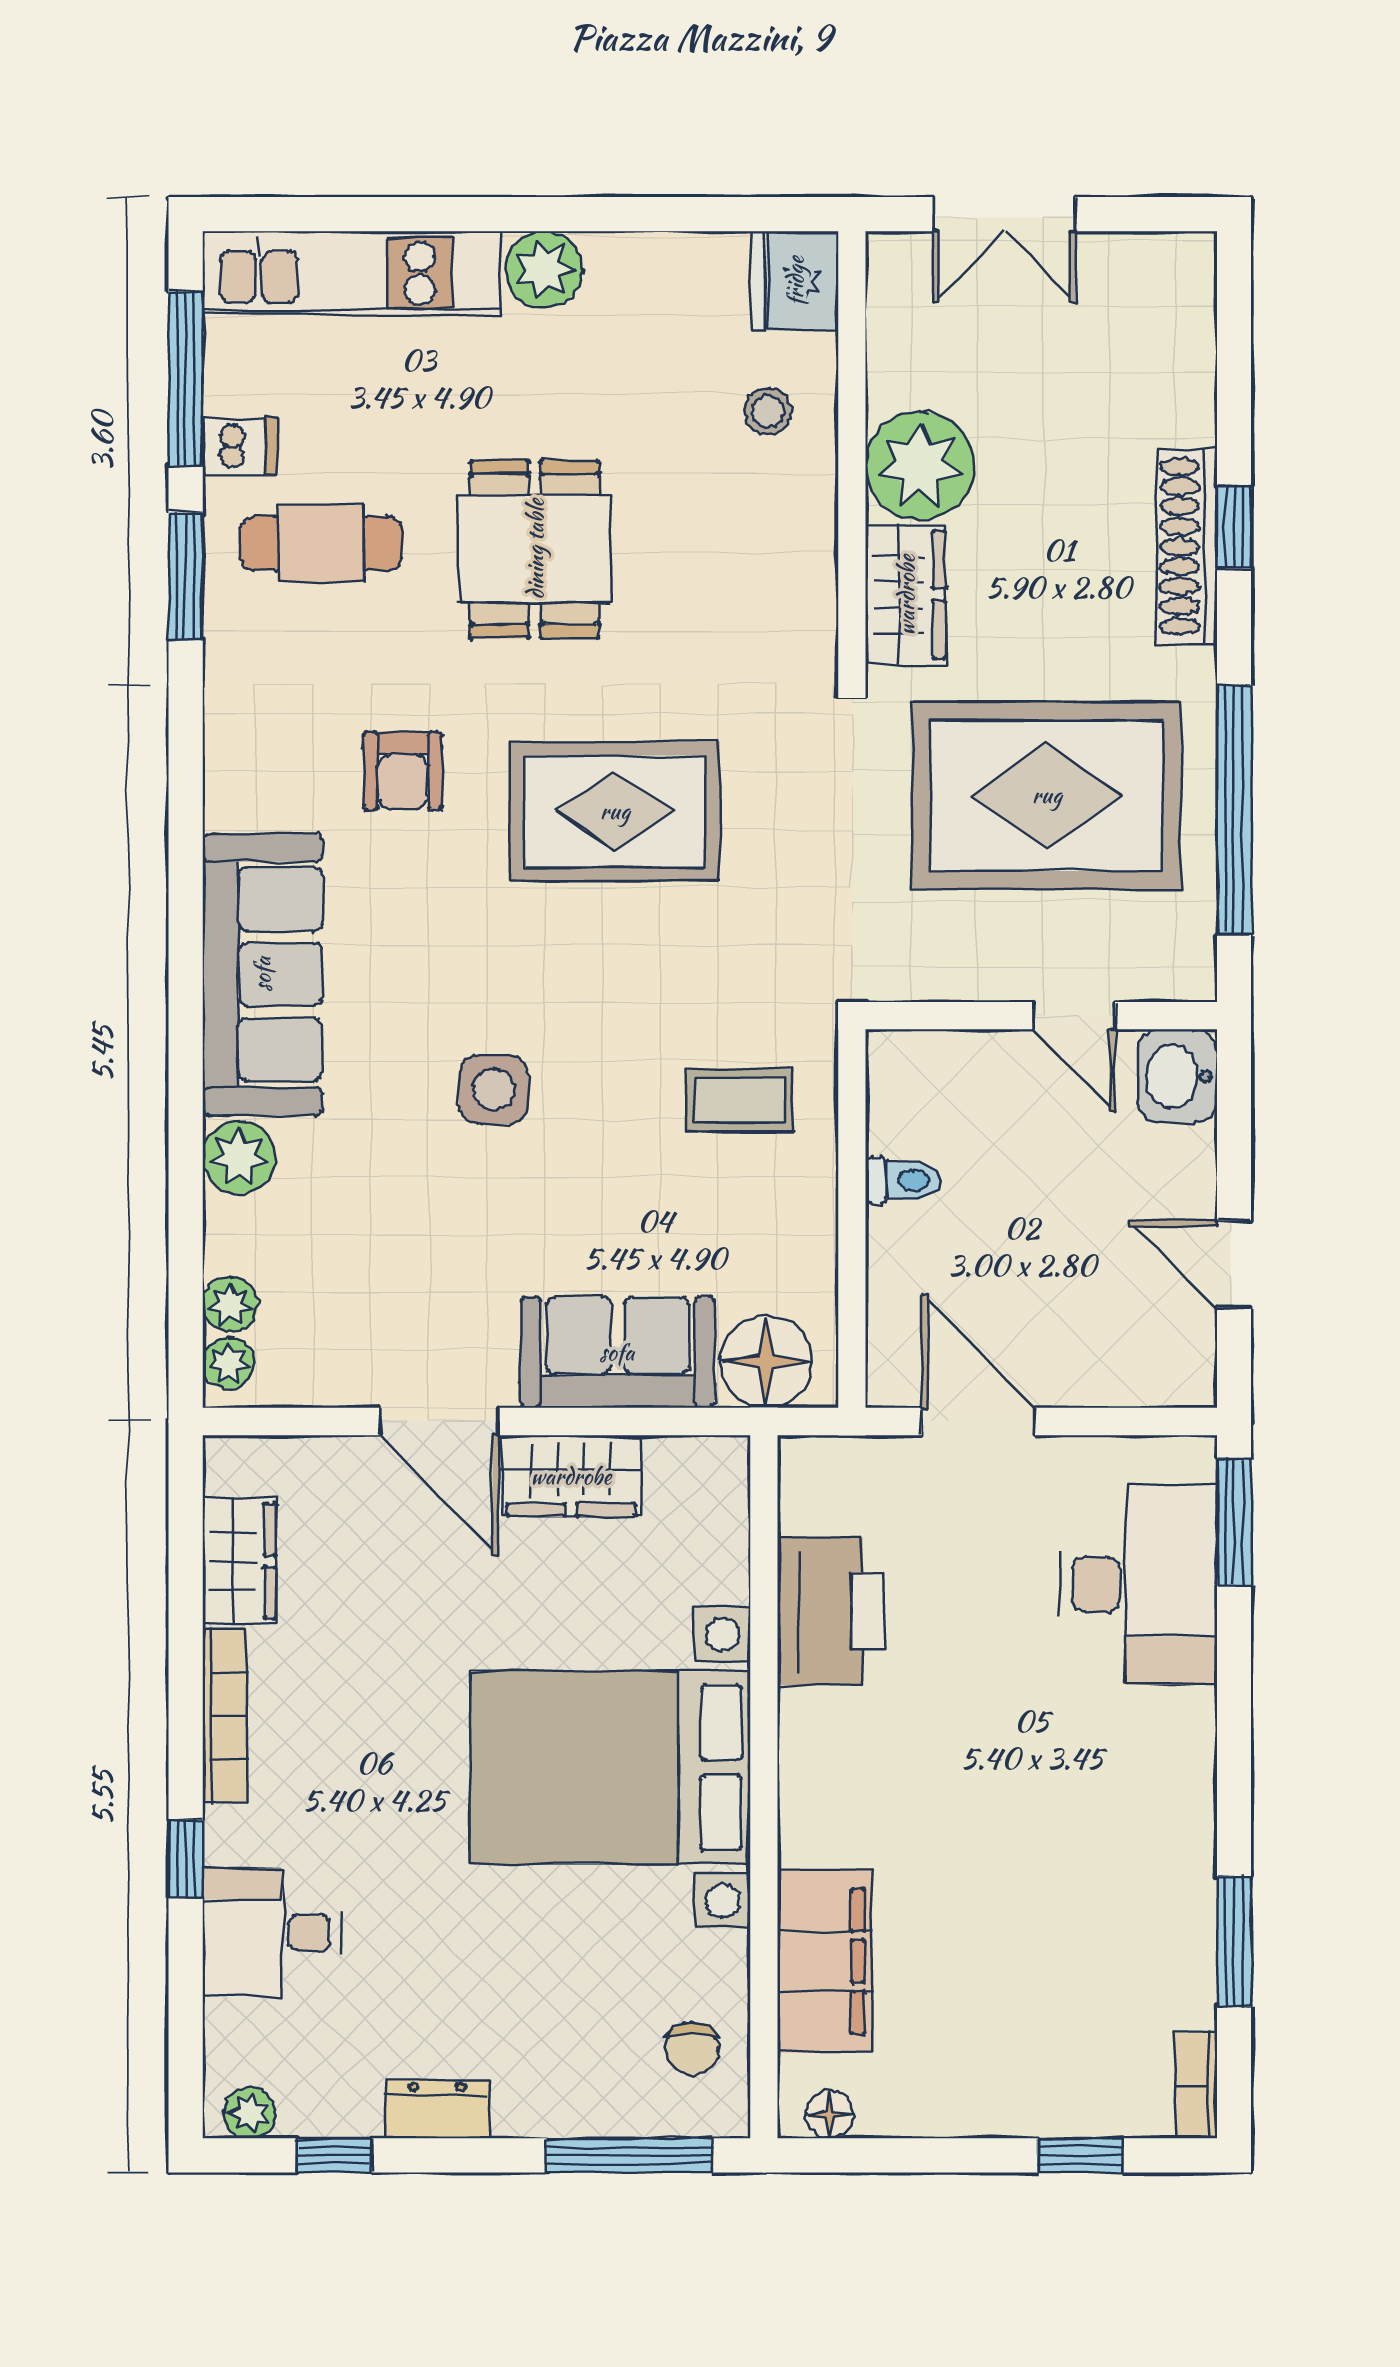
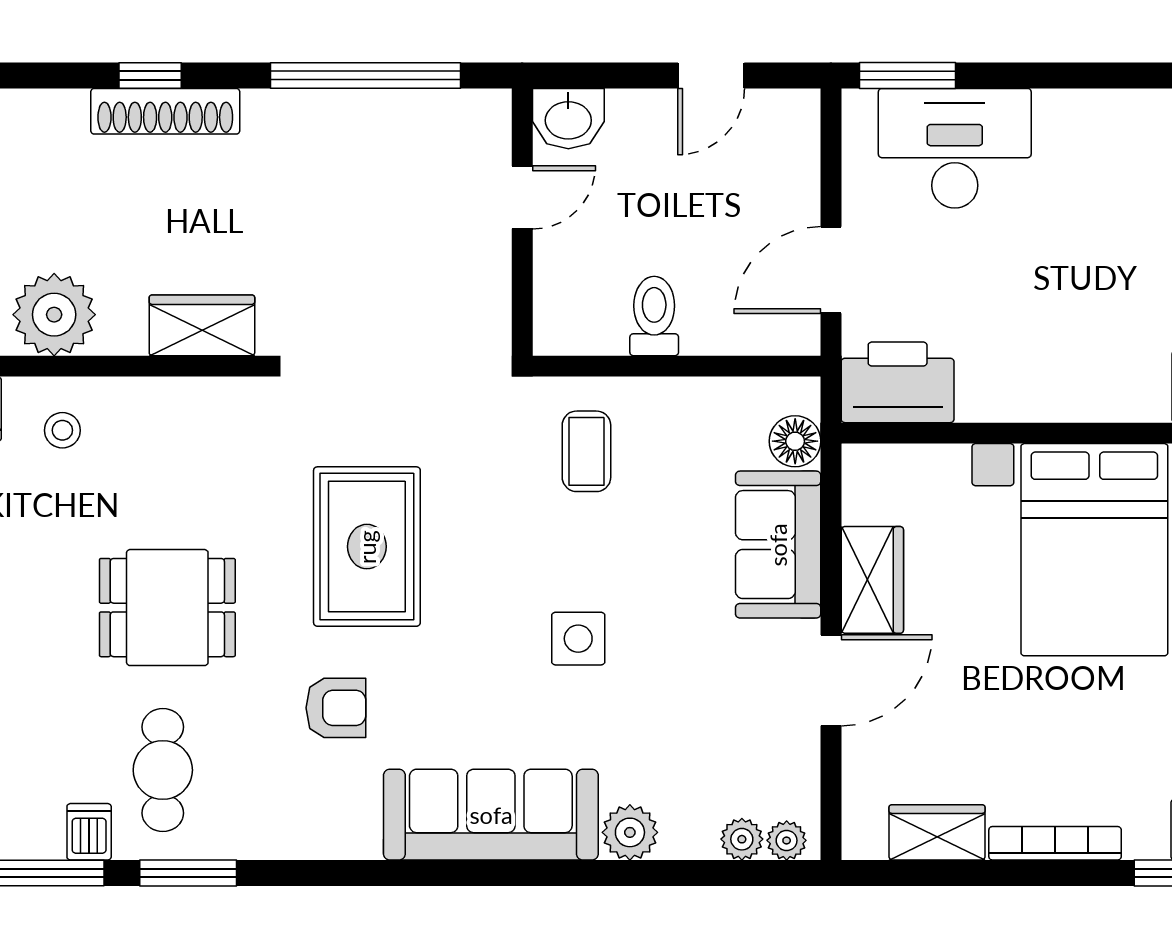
plant: (920, 466) -> (54, 315), moved
rug: (1047, 795) -> (355, 218), removed
toilet: (903, 1180) -> (654, 316), width x1.37, depth x1.39
floor lamp: (766, 1362) -> (795, 441), width x0.73, depth x0.73
printer: (831, 1611) -> (898, 382), moved

